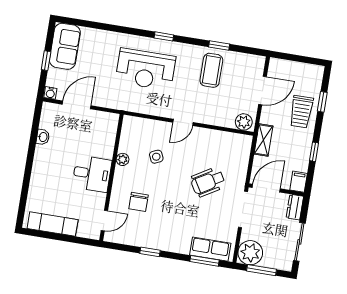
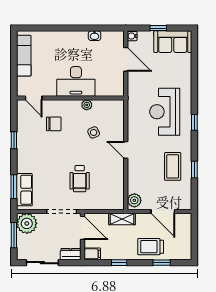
coffee table: (211, 70) -> (173, 166), turned 90
desk: (92, 174) -> (76, 81), width x1.37
wheelchair: (208, 182) -> (80, 179), turned -149
chair: (139, 202) -> (54, 124), turned 180

